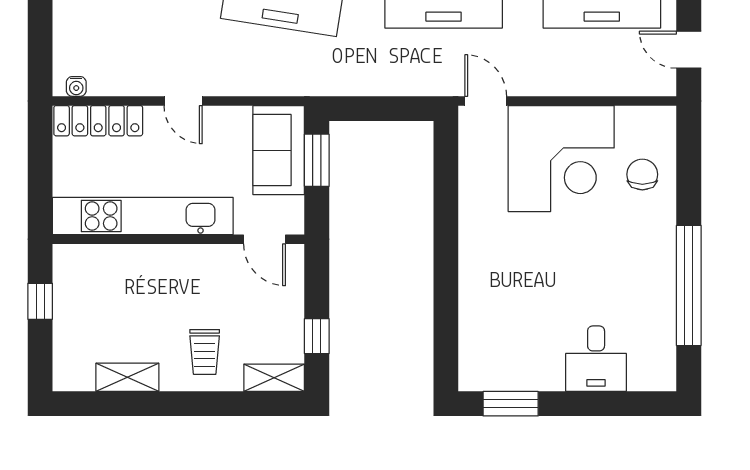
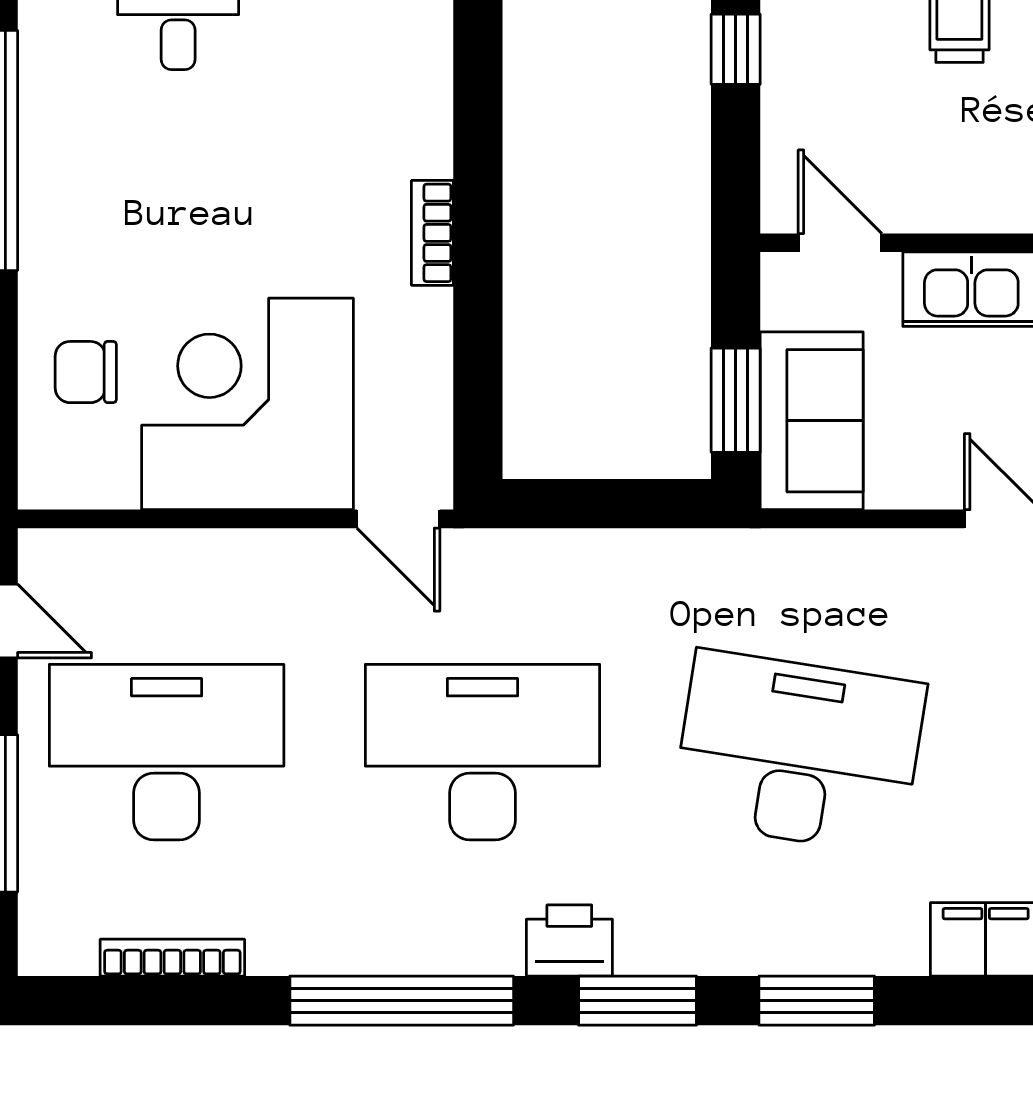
chair: (642, 174) -> (86, 372), turned 90
bookcase: (469, 244) -> (432, 233), added

